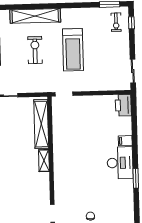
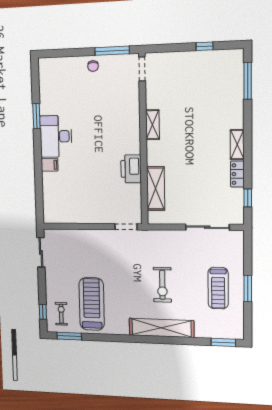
treadmill: (73, 50) -> (92, 304), moved
printer: (123, 105) -> (131, 169), moved, turned 180
shelving: (41, 124) -> (156, 189), width x0.68
shelving: (44, 161) -> (152, 125), moved

